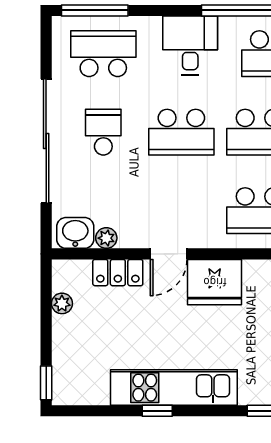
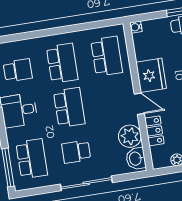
school desk: (103, 54) -> (32, 159), turned 180
sliding door: (46, 141) -> (86, 183), width x0.73
plant: (106, 238) -> (130, 136), width x1.88, depth x1.88

